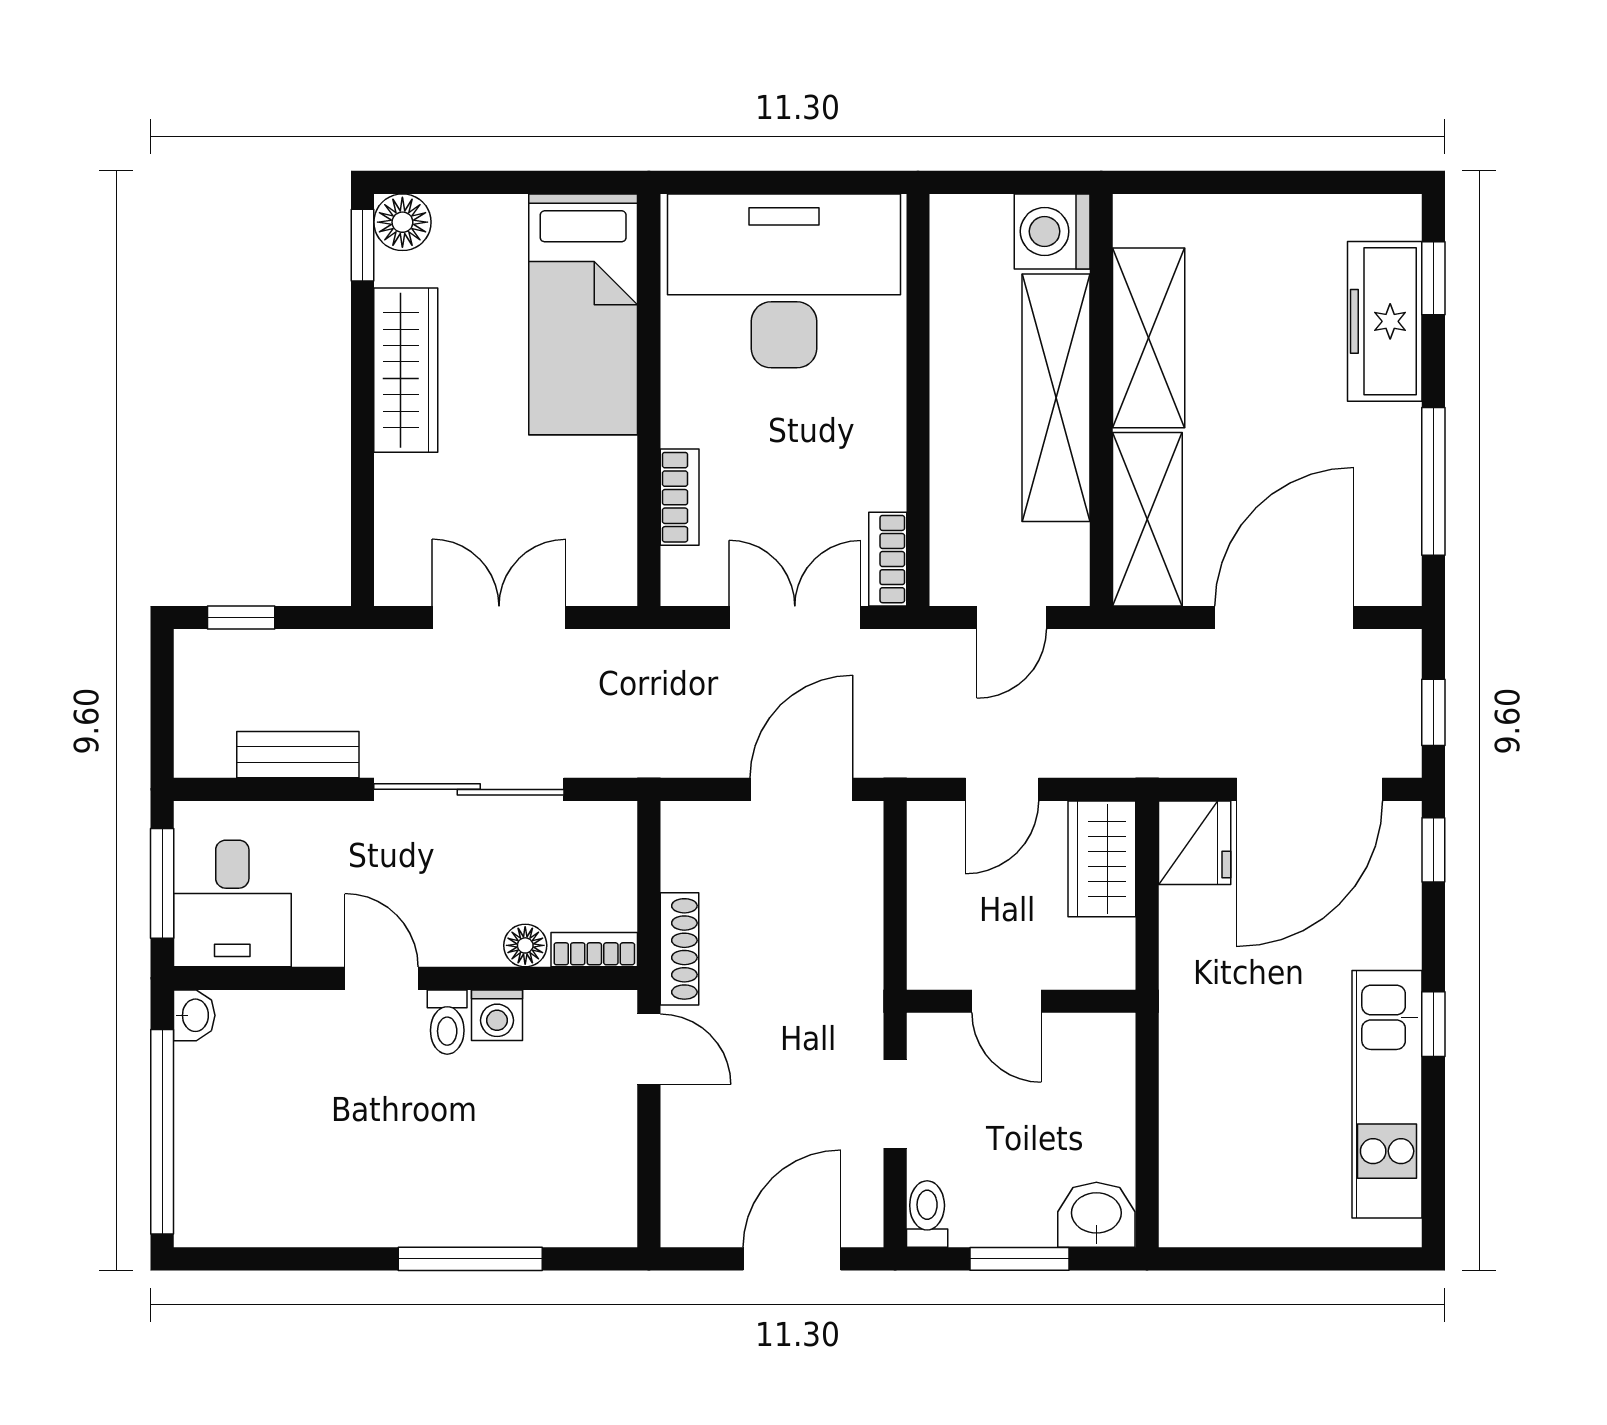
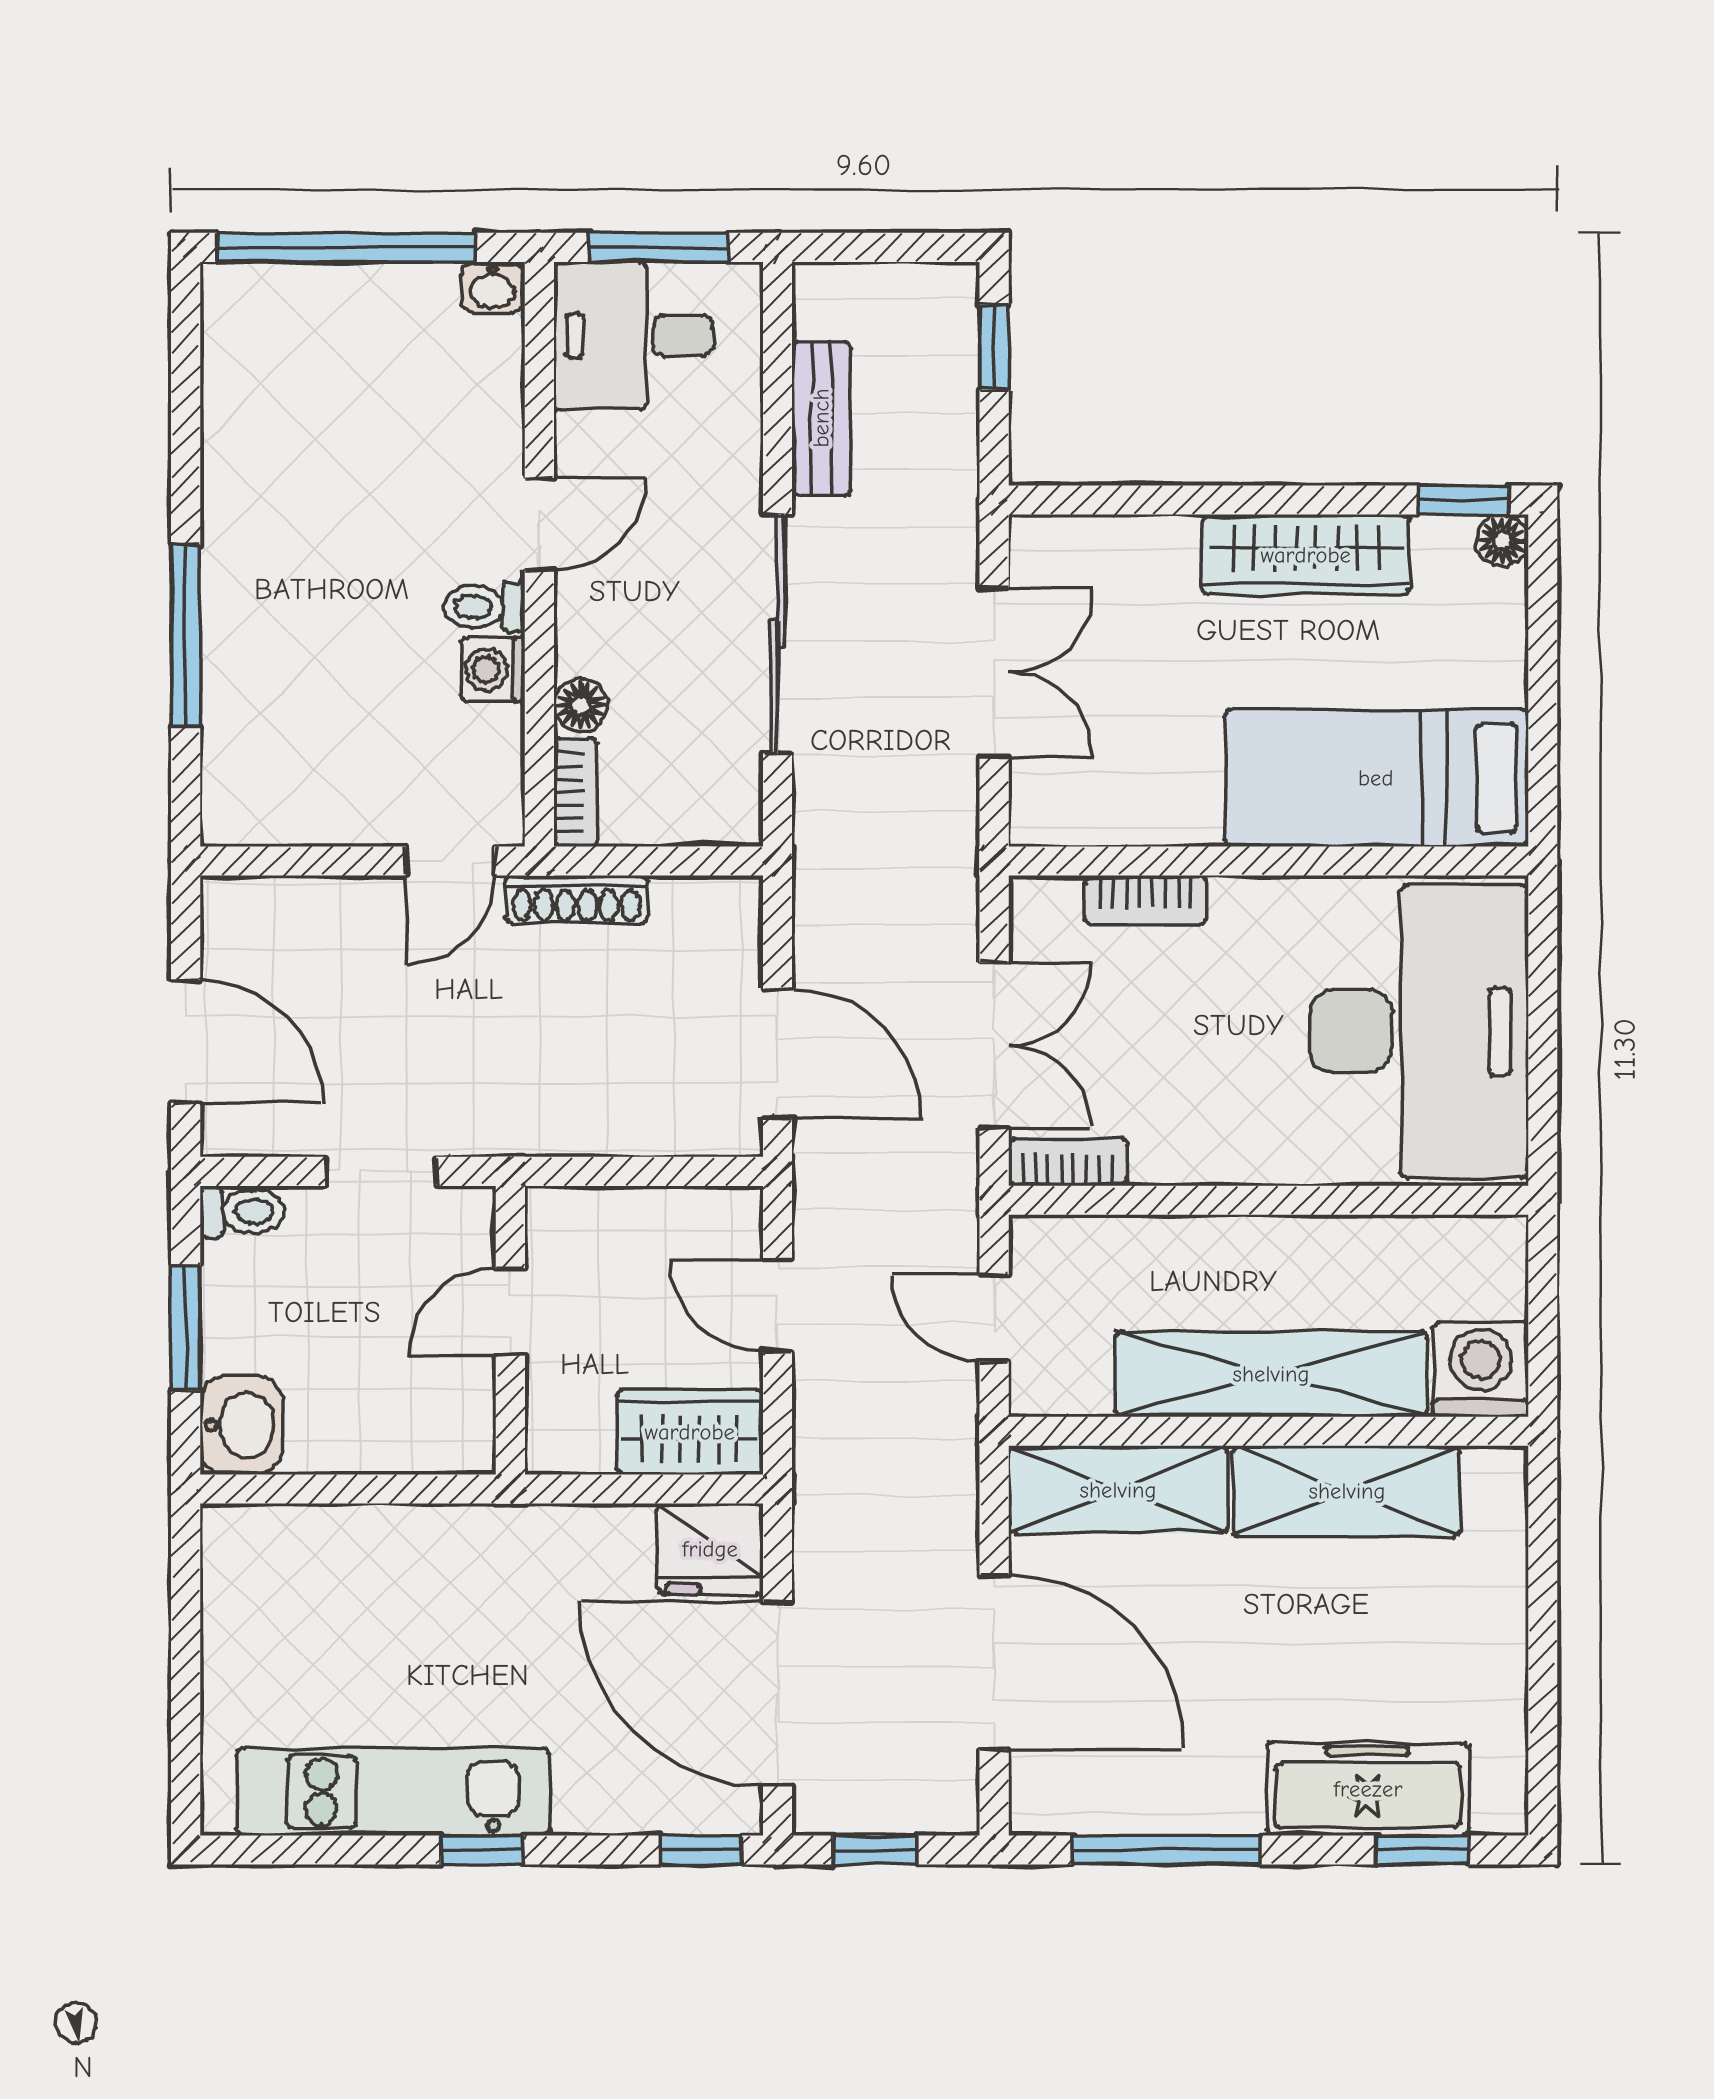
floor lamp: (402, 222) -> (1502, 541), width x0.73, depth x0.73

